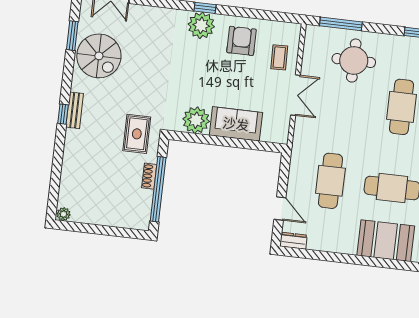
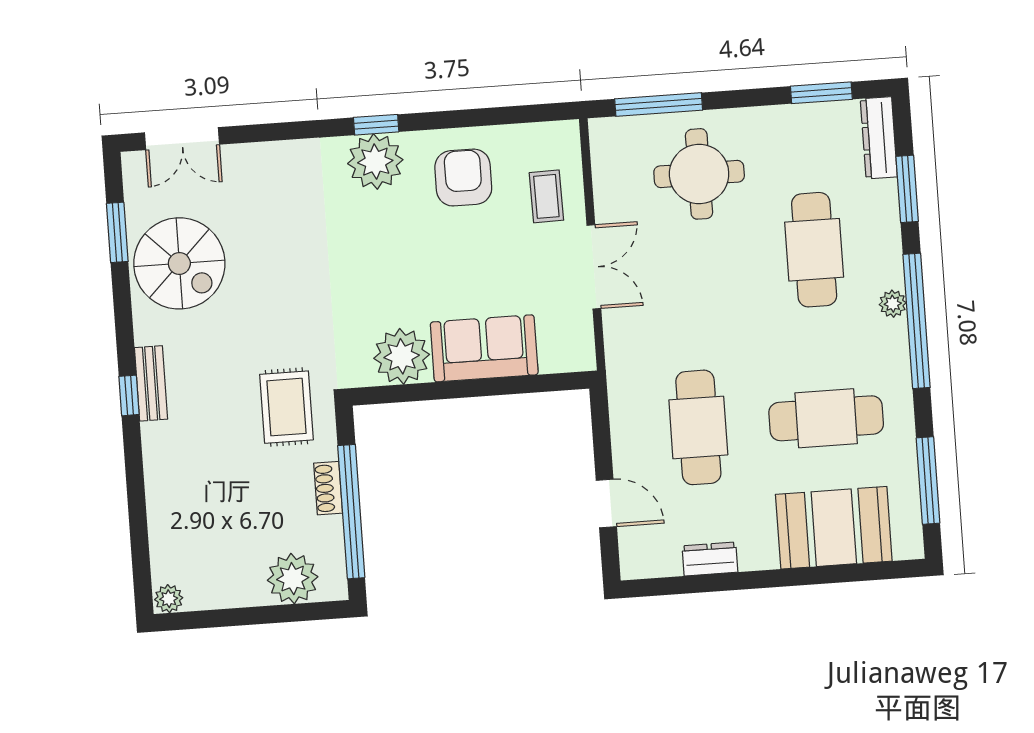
plant: (124, 216) -> (293, 579), added
dresser: (294, 241) -> (710, 559), moved

